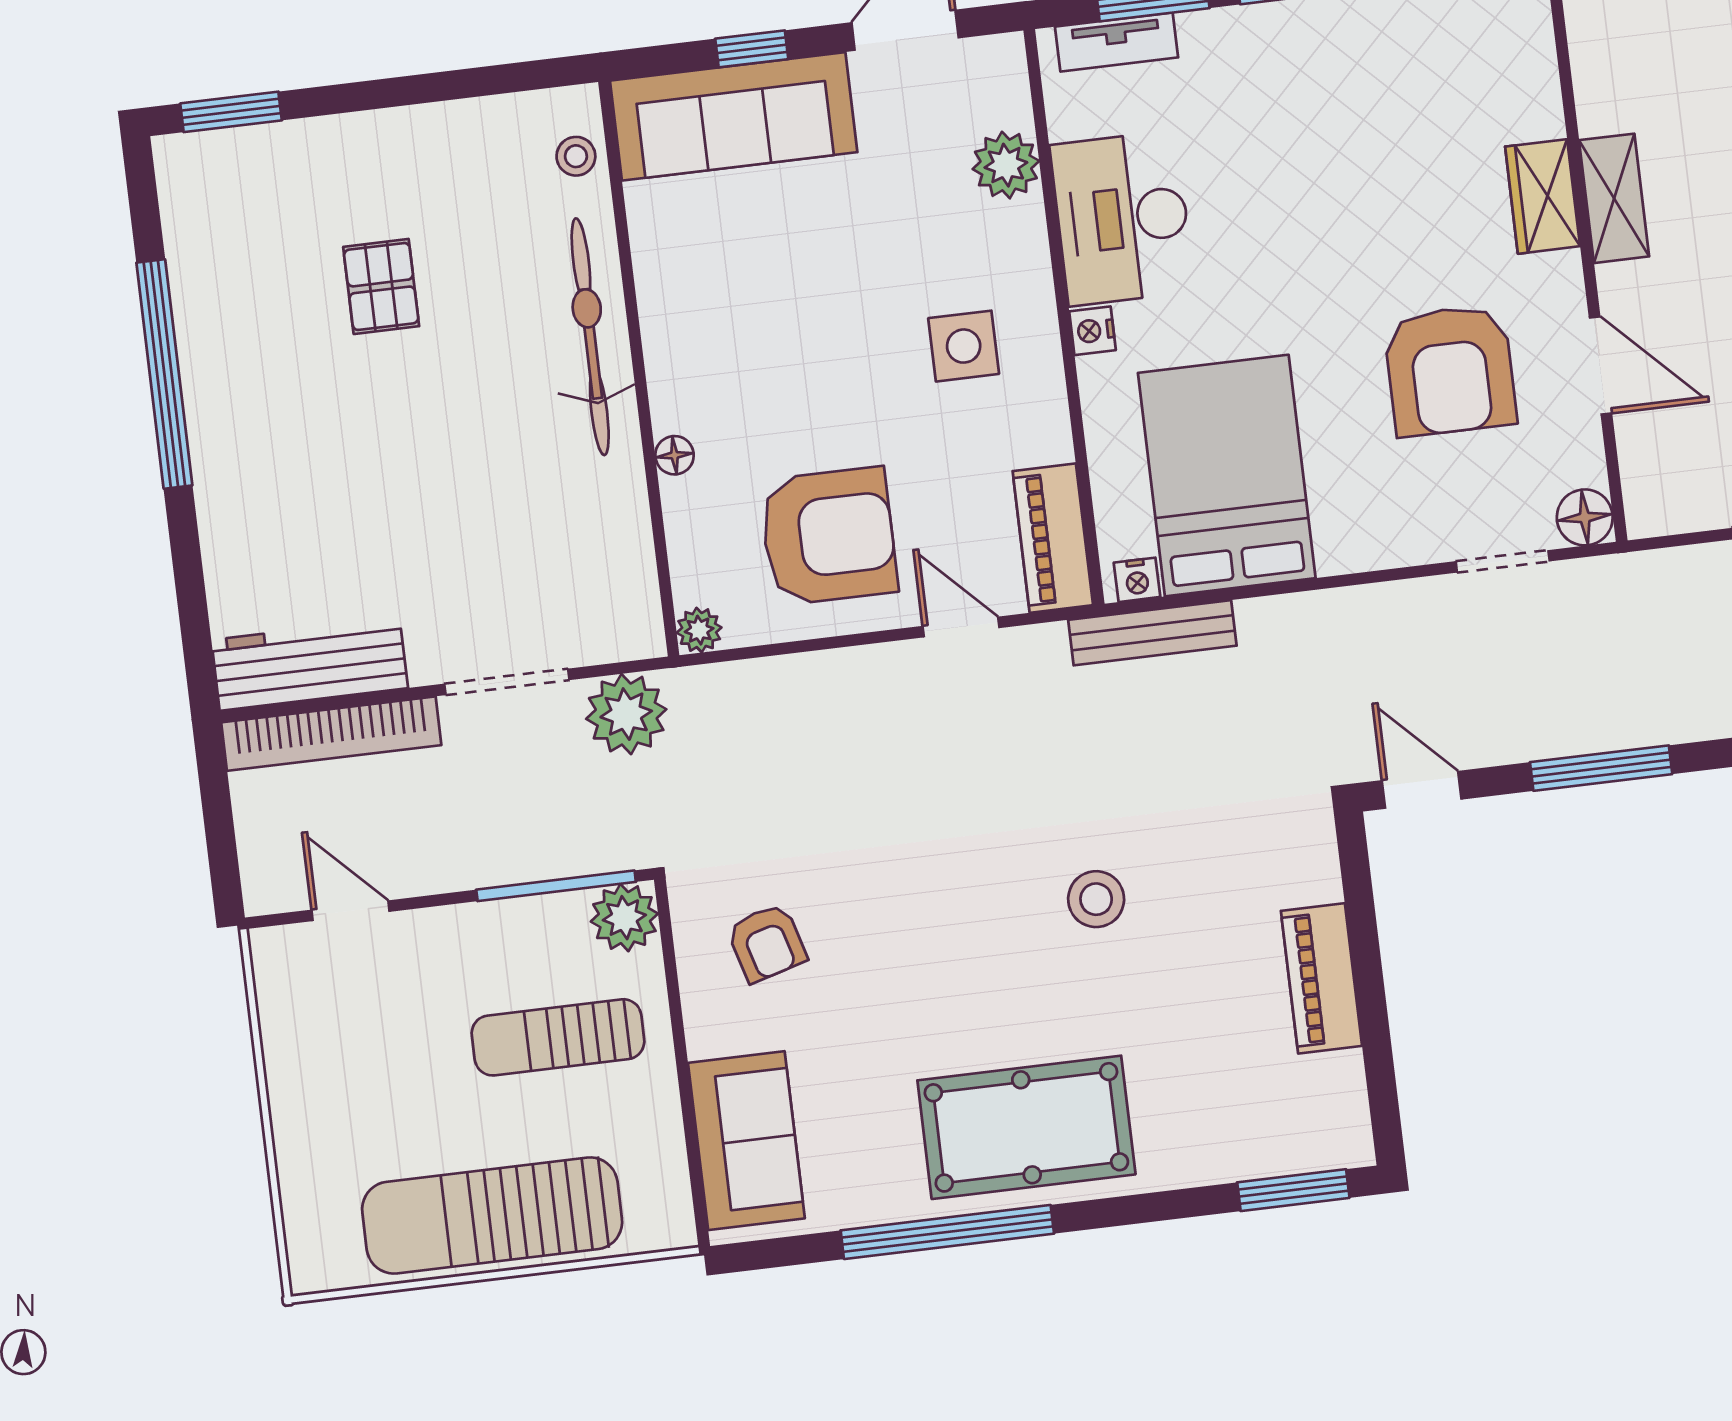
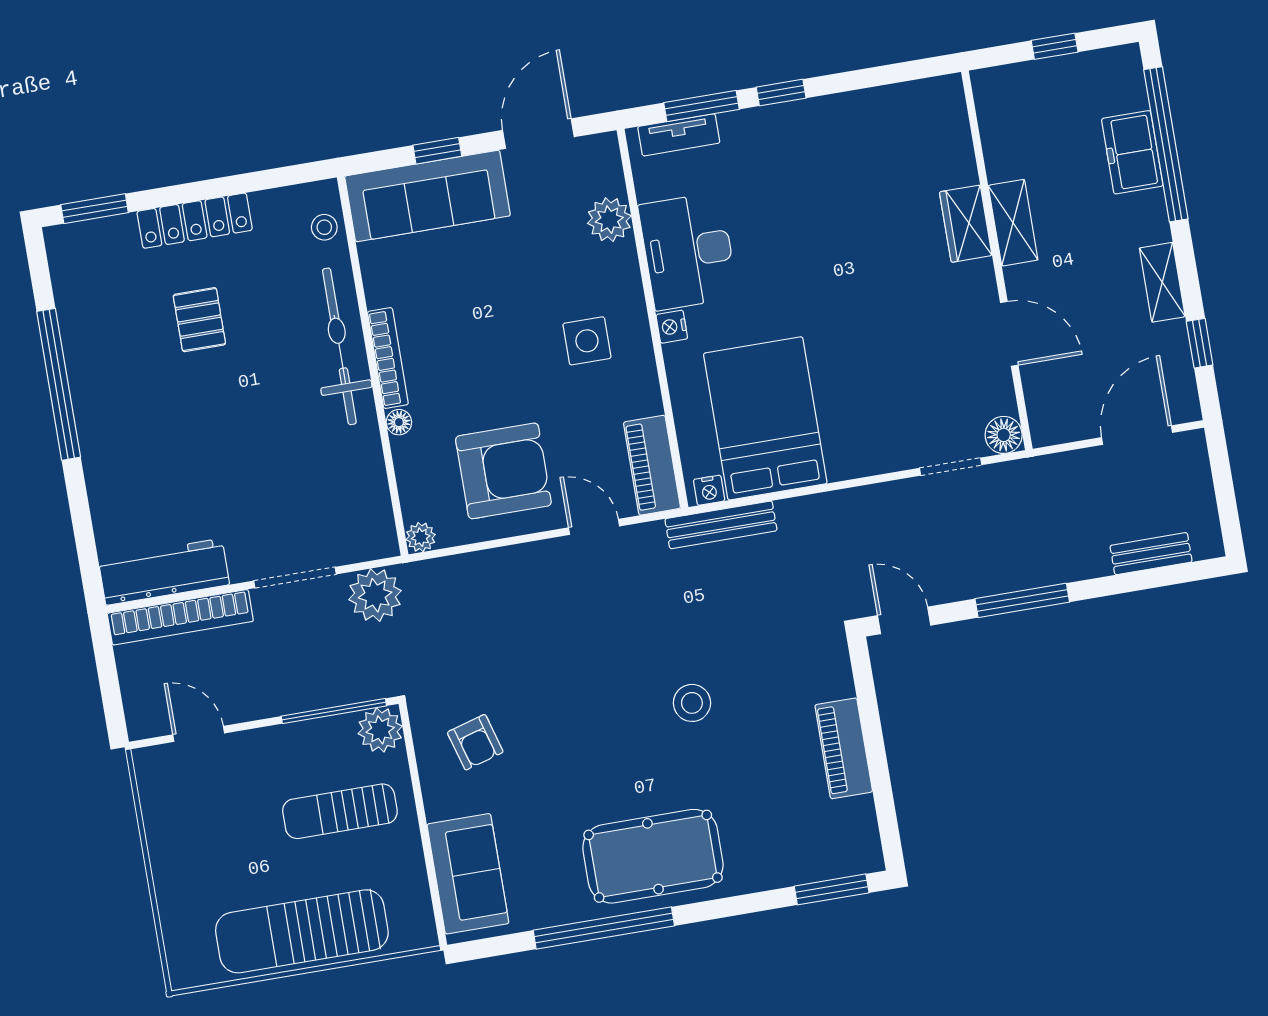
locker: (381, 137) -> (195, 221), added
bookcase: (663, 358) -> (388, 358), added
armchair: (1450, 370) -> (910, 342), removed

